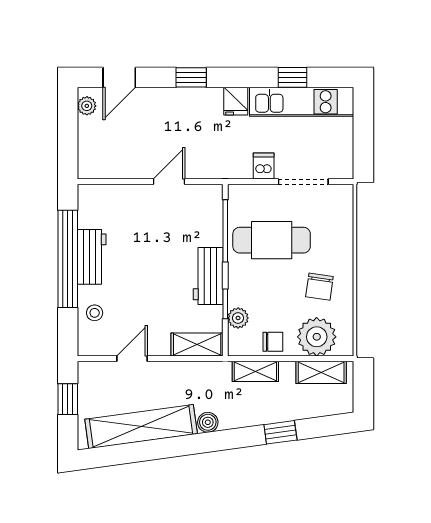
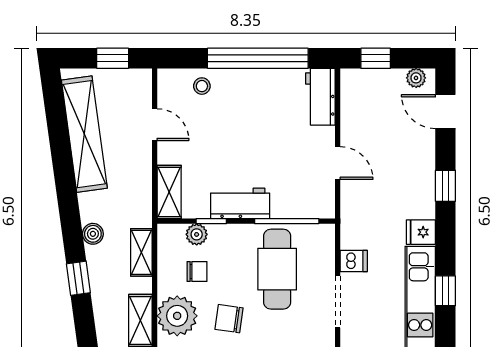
window: (68, 145) -> (376, 58), added
workbench: (92, 257) -> (320, 97), moved, turned 90
chair: (273, 342) -> (197, 272), moved, turned -90
boiler: (208, 422) -> (93, 234), moved

